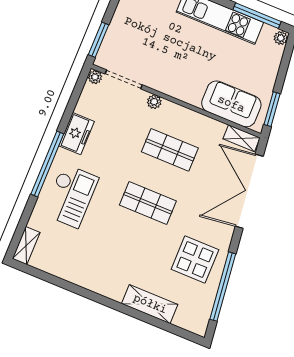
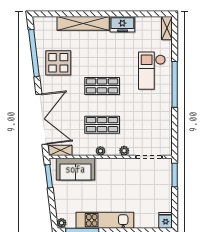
plant: (95, 77) -> (100, 151), moved
freezer: (77, 134) -> (122, 24), moved, turned -90
shelving: (150, 304) -> (83, 23), width x1.47

